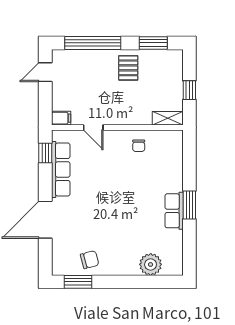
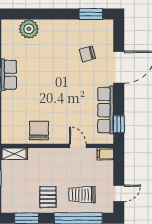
trolley: (88, 71) -> (82, 195), added
chair: (139, 146) -> (39, 130), width x1.87, depth x1.87
chair: (90, 260) -> (87, 54), moved

